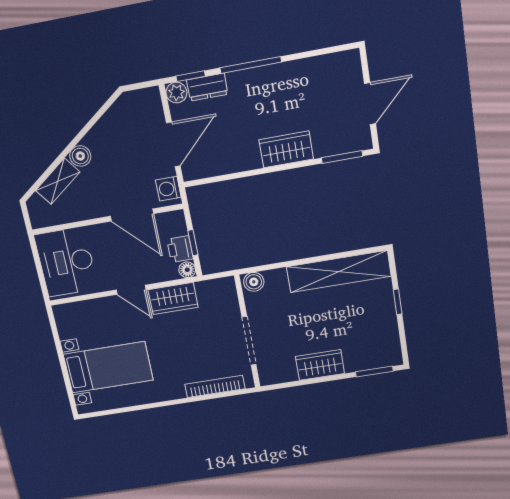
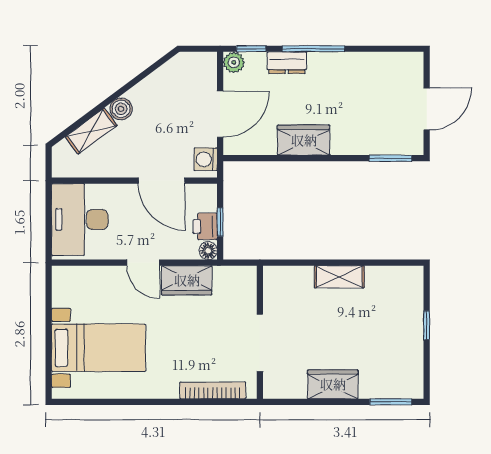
dresser: (207, 87) -> (287, 63), moved
wardrobe: (286, 149) -> (304, 140), moved
shelving: (339, 272) -> (339, 277), width x0.45, depth x0.75
boiler: (254, 282) -> (277, 276), removed

